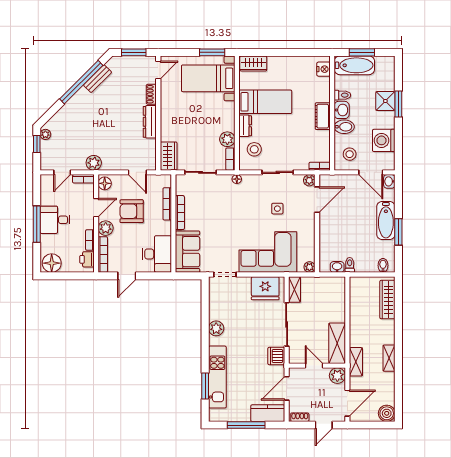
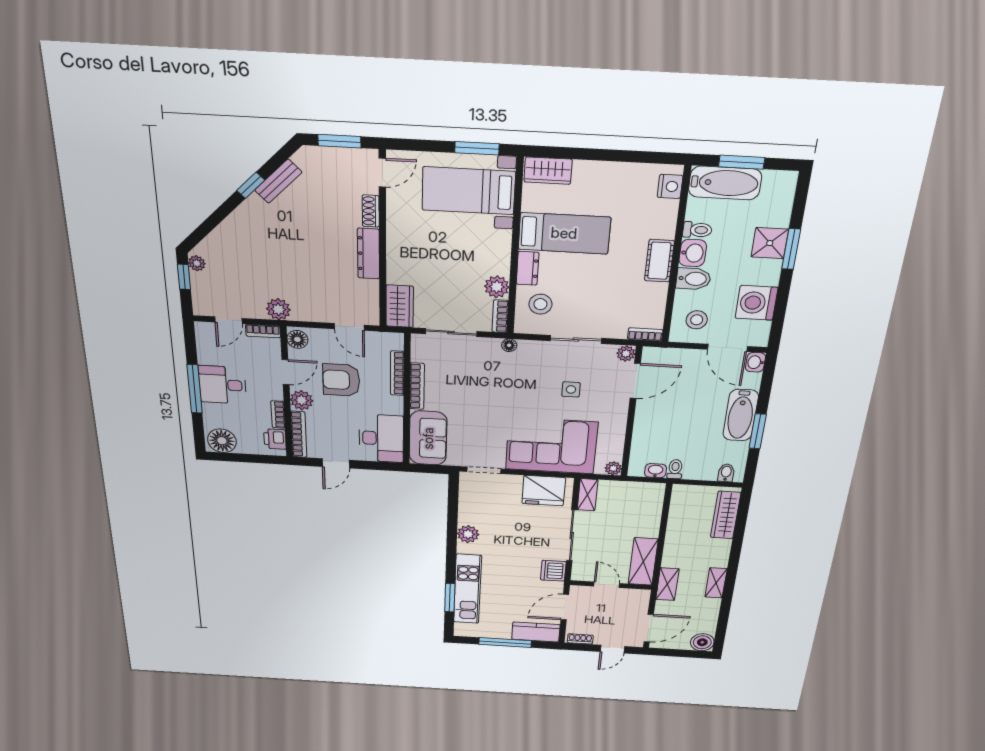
window: (81, 82) -> (251, 185), width x0.32
plant: (337, 376) -> (639, 598), removed

